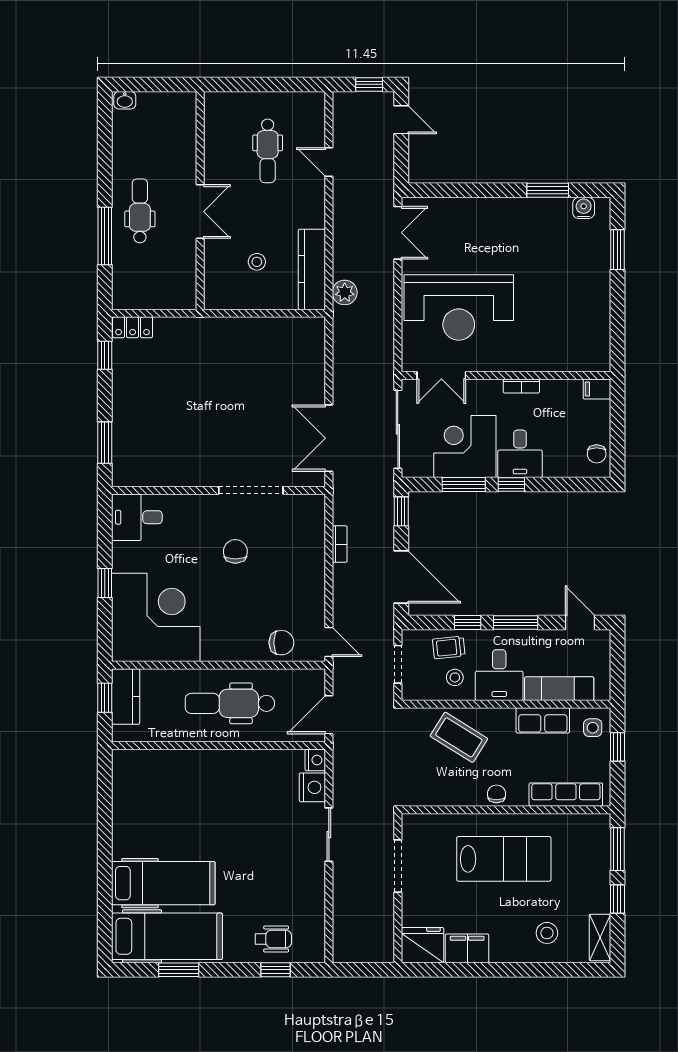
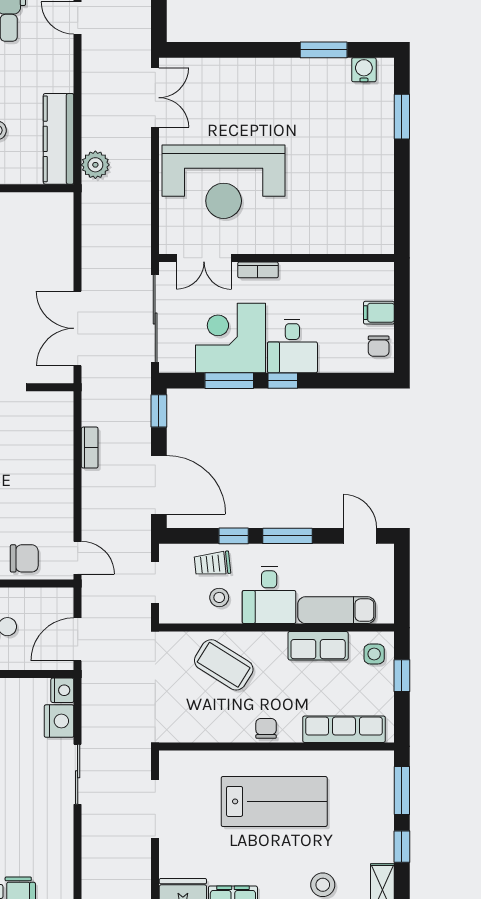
bookcase: (521, 386) -> (258, 270), moved
filing cabinet: (597, 389) -> (379, 313), moved

